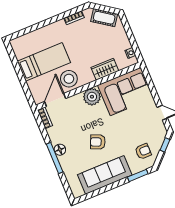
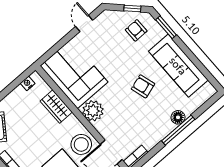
armchair: (98, 142) -> (143, 86), turned 139
window: (165, 145) -> (132, 9), moved
floor lamp: (60, 150) -> (178, 117), moved

